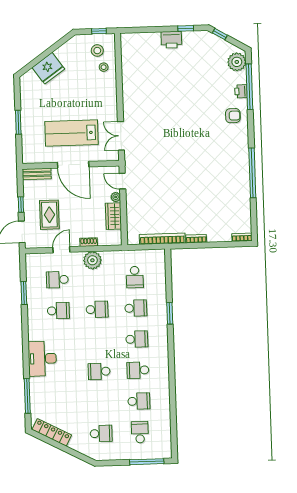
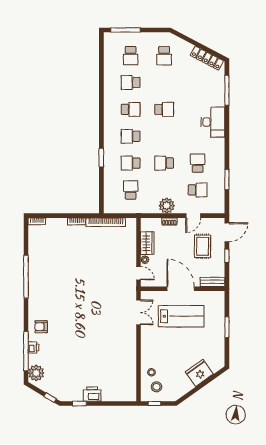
school desk: (58, 311) -> (198, 163), turned 90
school desk: (101, 433) -> (164, 56), turned -90

